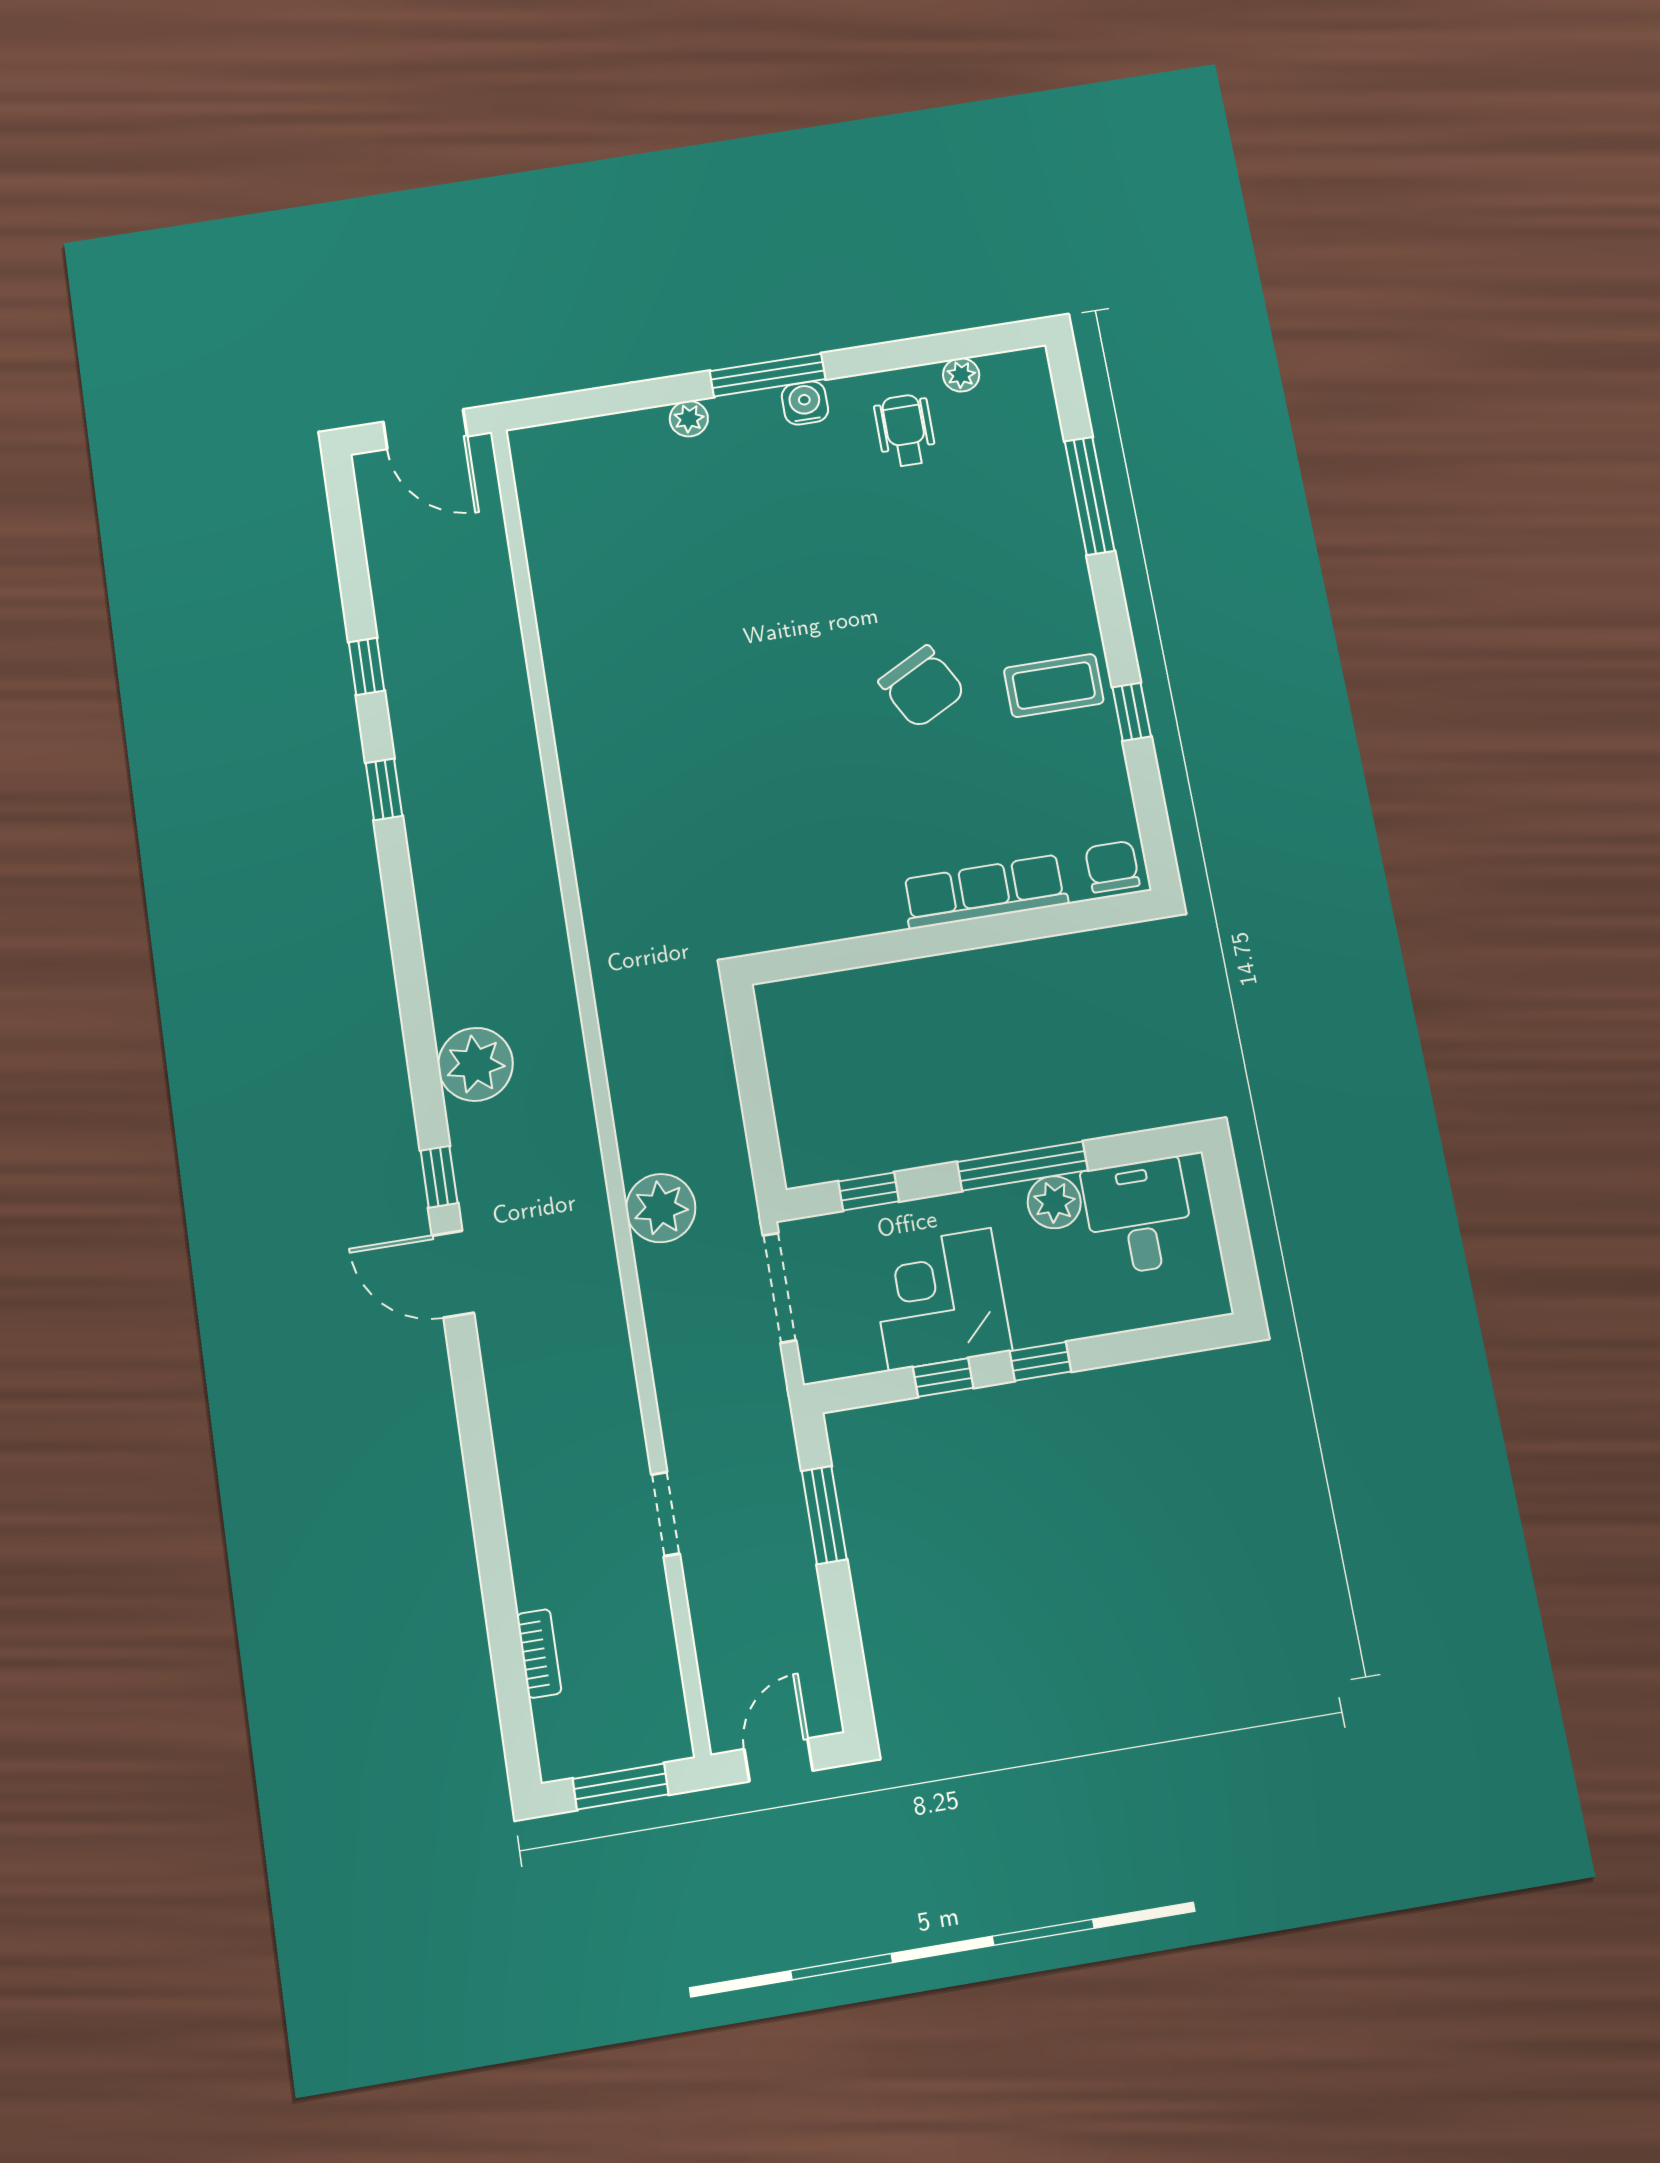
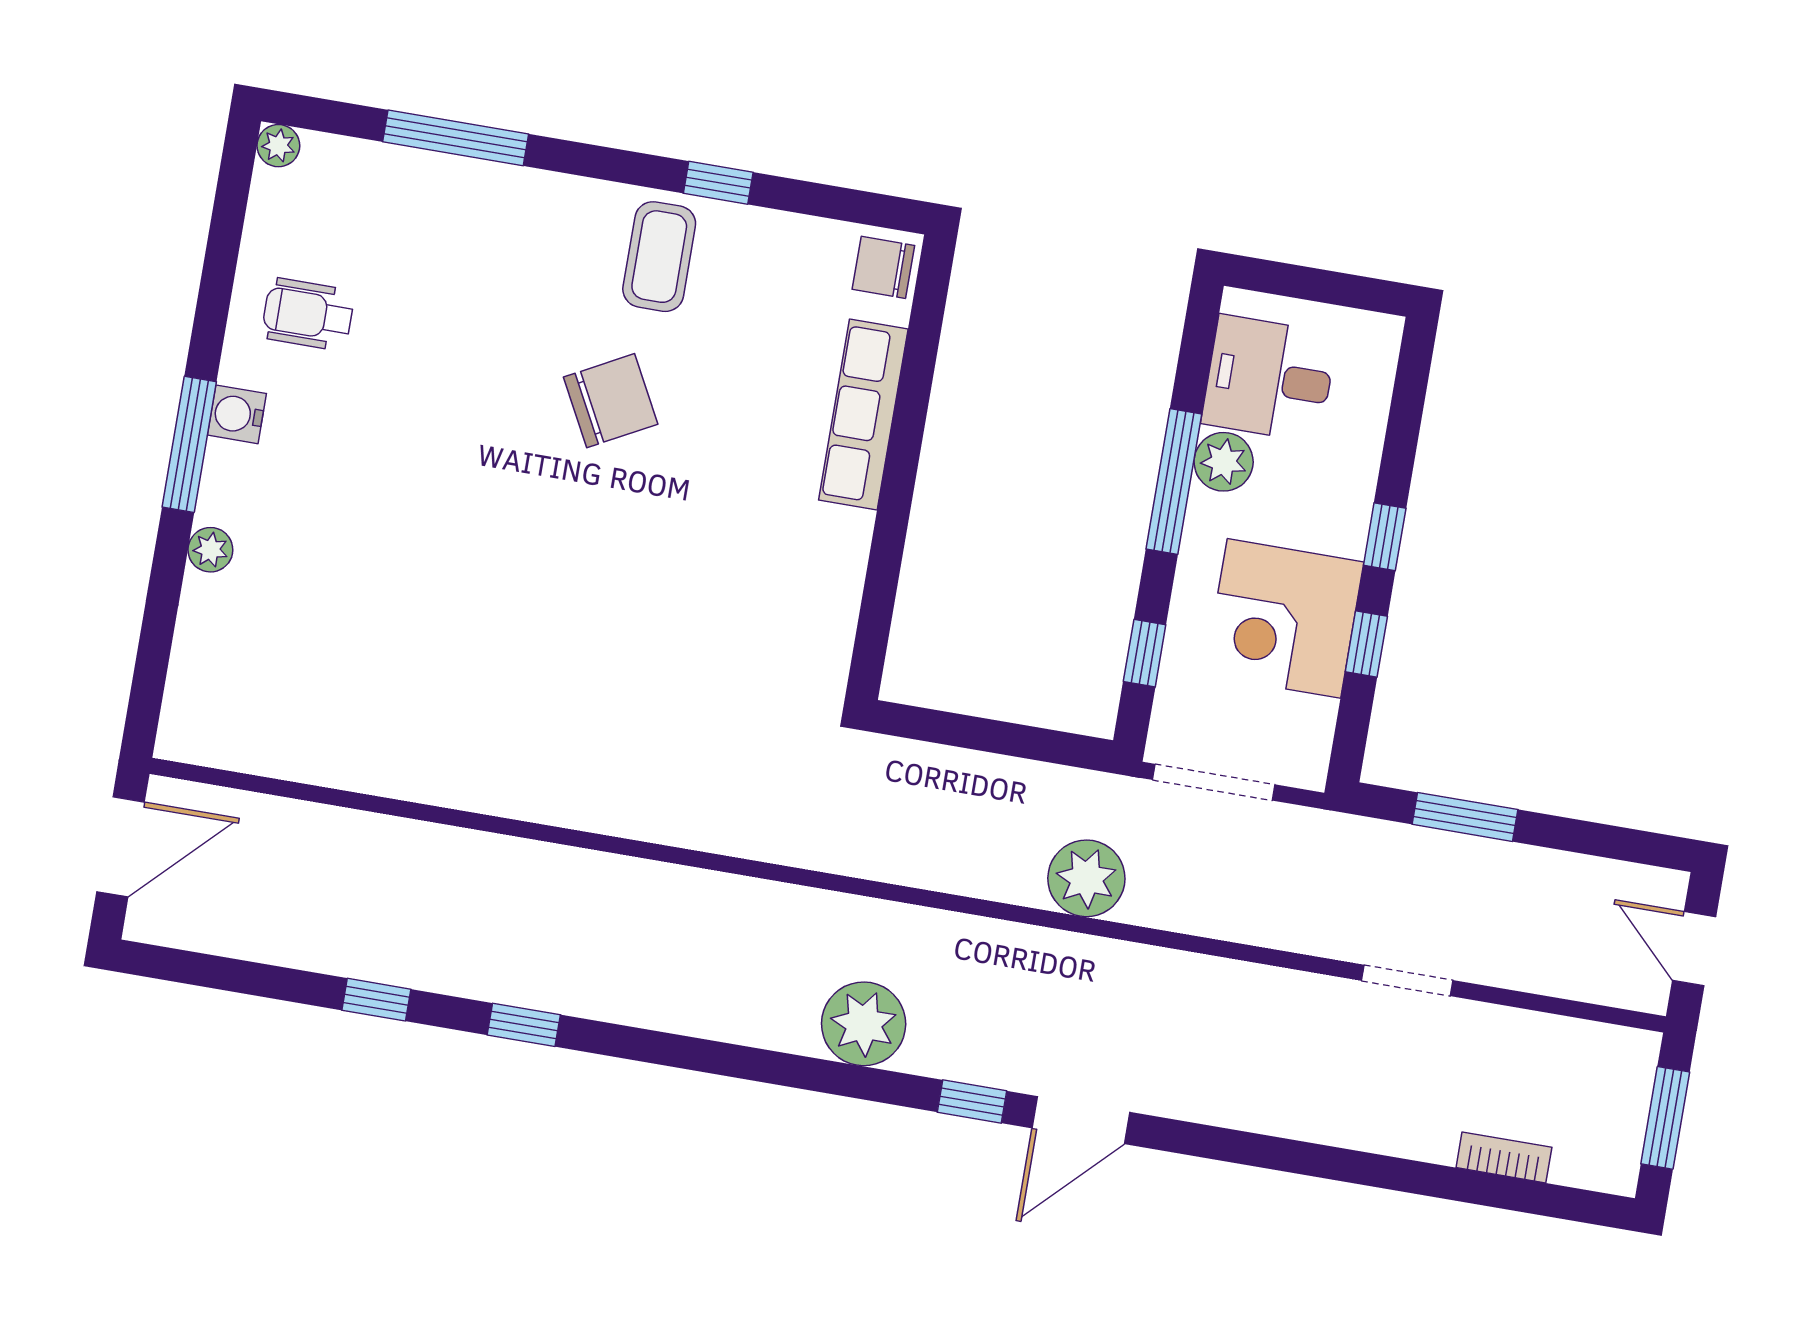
plant: (961, 375) -> (278, 146), moved

